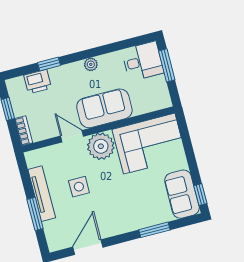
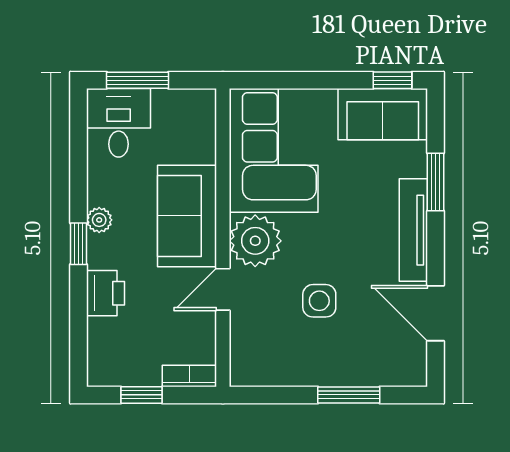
window: (49, 64) -> (78, 244), moved
printer: (38, 82) -> (105, 293), moved
tv unit: (42, 194) -> (413, 230), moved, turned -90

